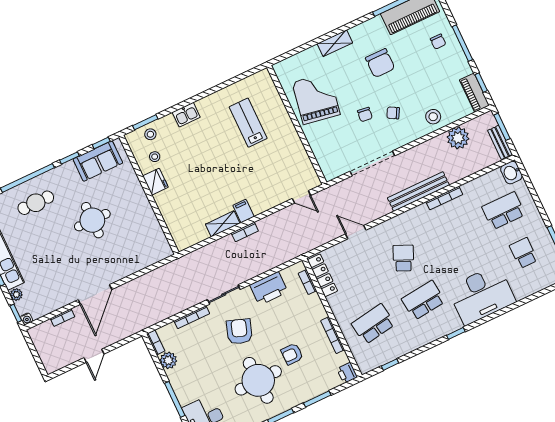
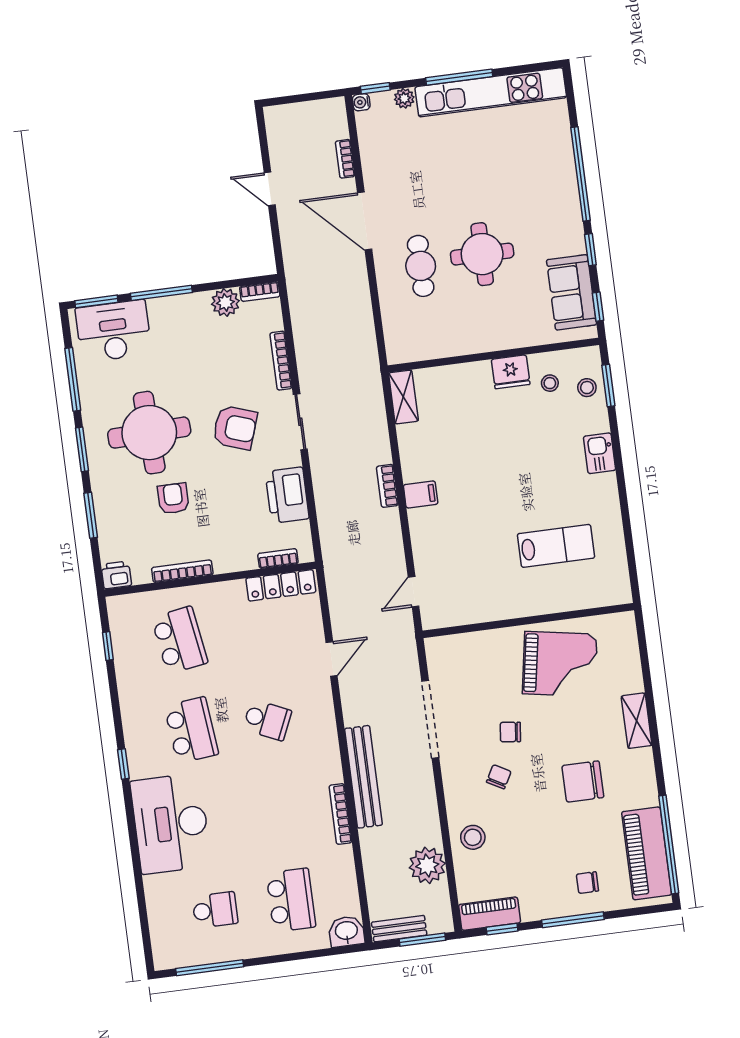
cafe table: (36, 203) -> (421, 266), moved
shelving: (223, 224) -> (403, 397), moved

